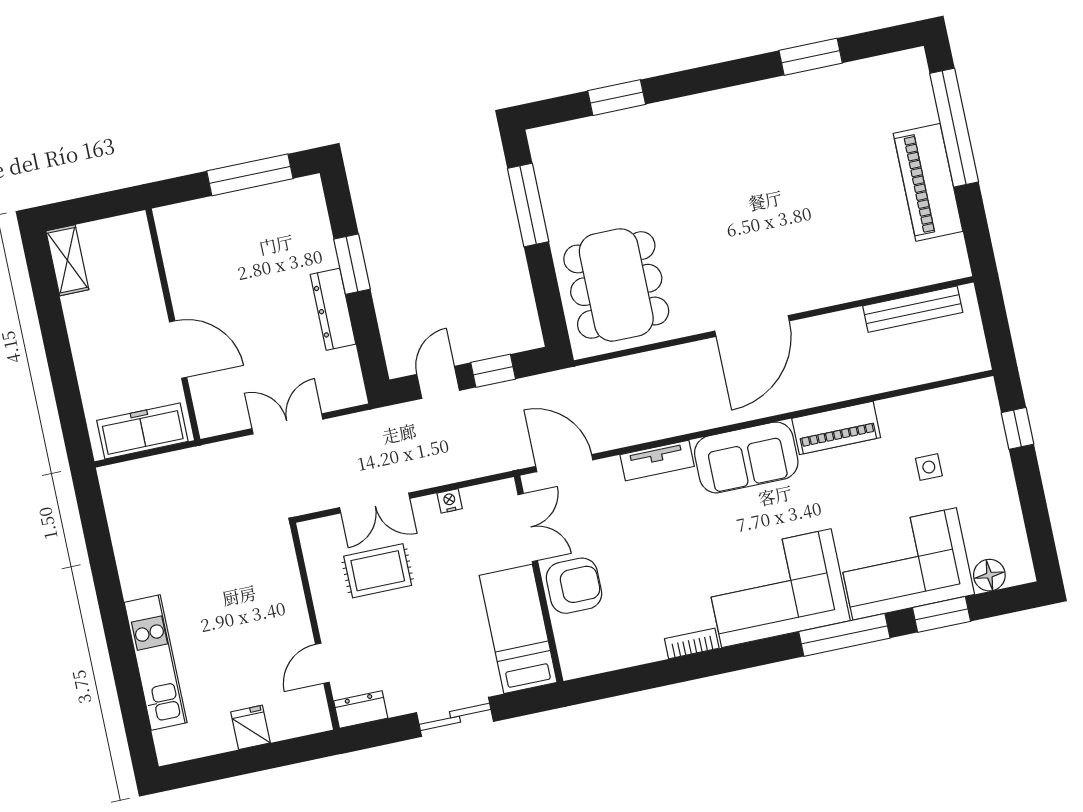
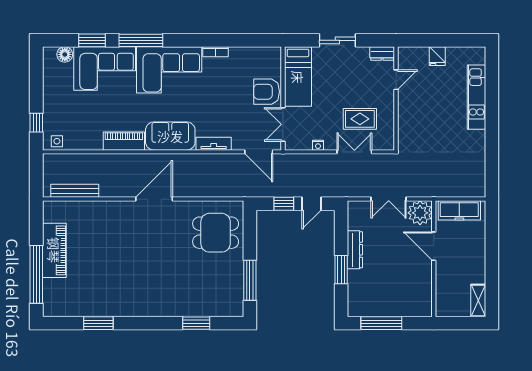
dining table: (616, 285) -> (216, 233), width x0.73
plant: (219, 410) -> (420, 213), added
side table: (929, 467) -> (57, 141), moved

